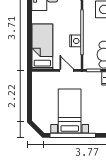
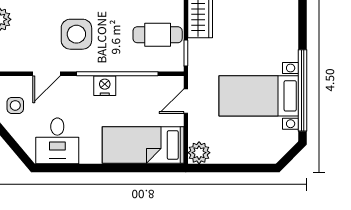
nightstand: (75, 41) -> (105, 86), moved
plant: (38, 78) -> (199, 153), added

